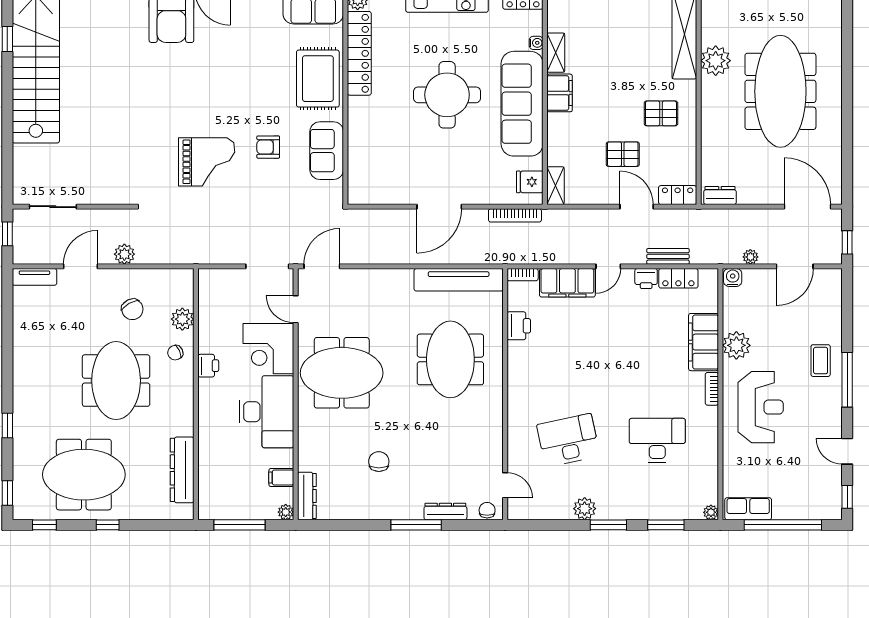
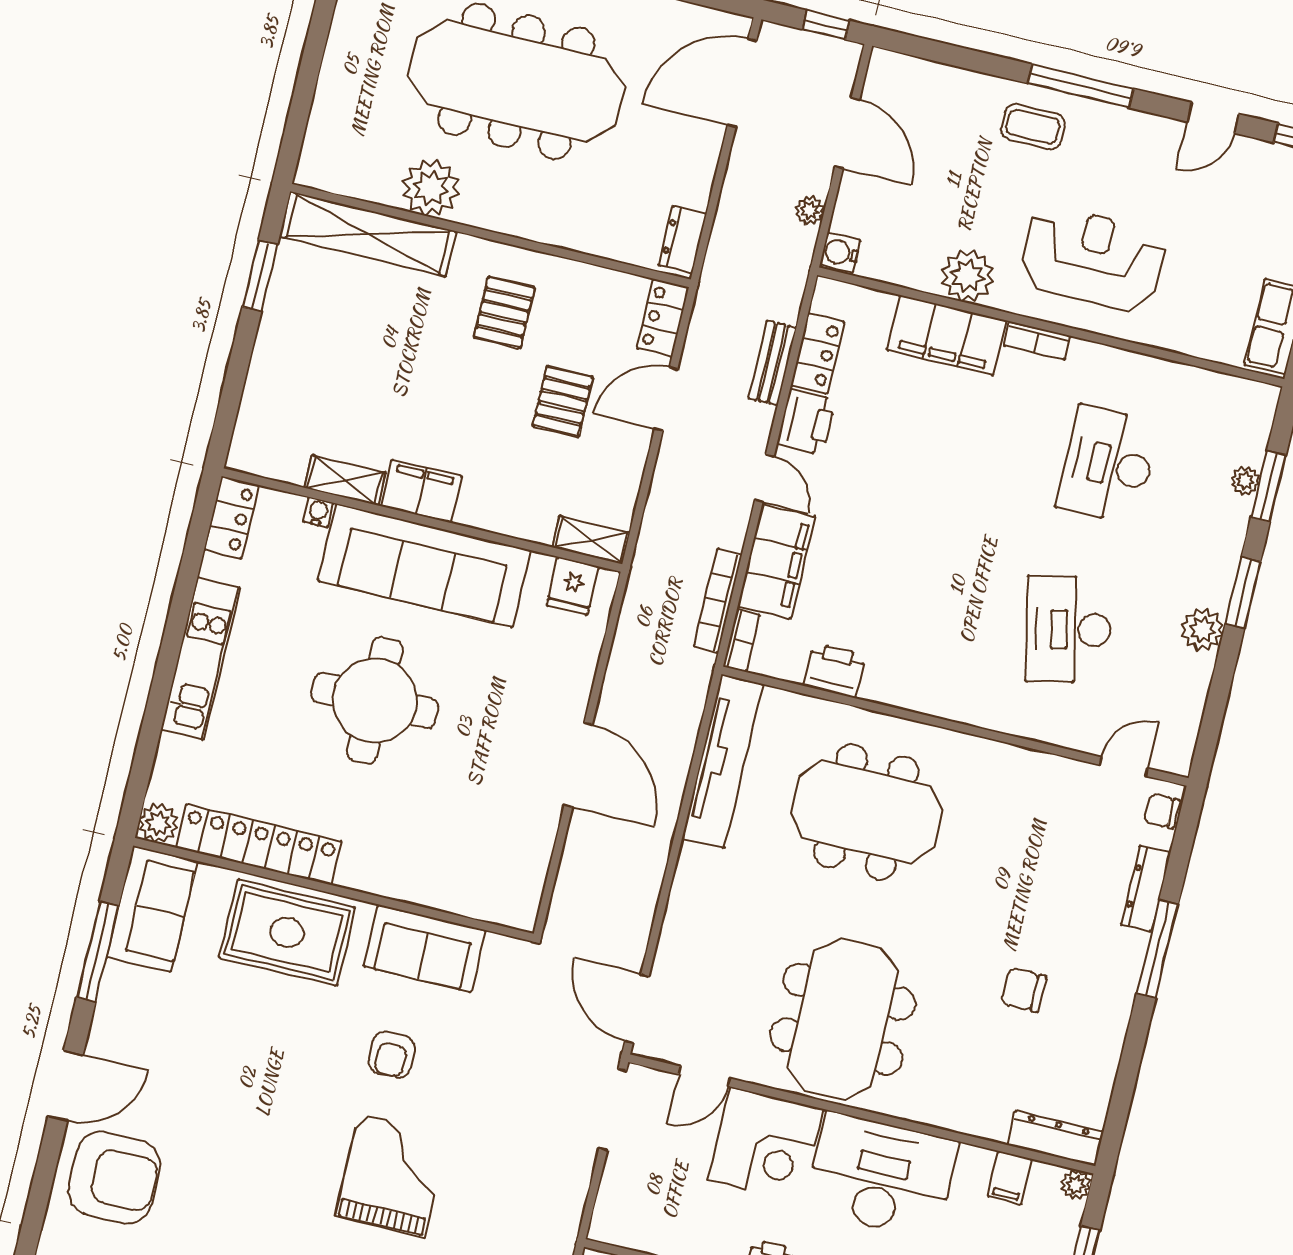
bookcase: (515, 215) -> (718, 601), moved, turned 180
printer: (646, 279) -> (806, 422), width x1.36, depth x1.24
plant: (711, 512) -> (1245, 481), moved

